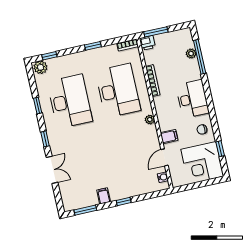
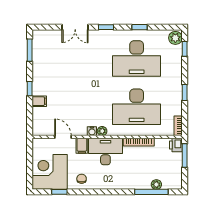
desk: (192, 99) -> (105, 152), moved, turned 180
water cooler: (163, 177) -> (92, 131), moved
filing cabinet: (104, 196) -> (39, 101), moved

